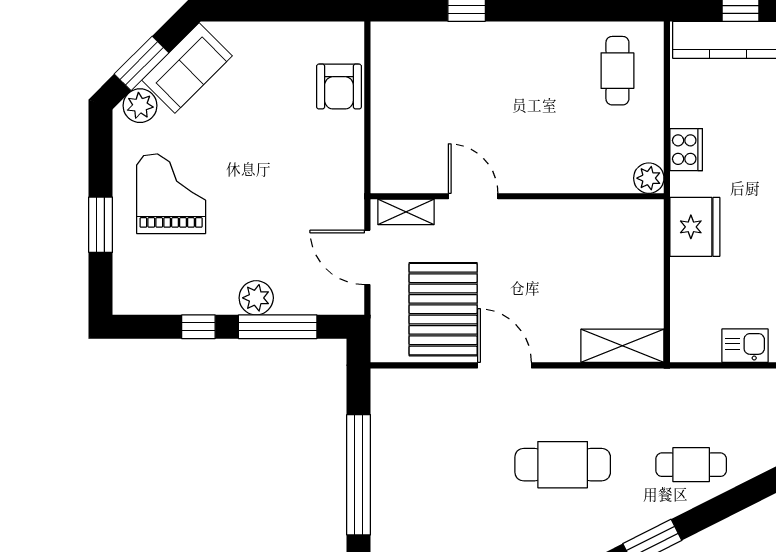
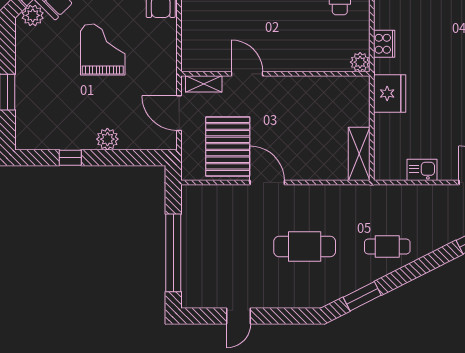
grand piano: (171, 194) -> (103, 49), moved
window: (278, 327) -> (121, 158), removed
shelving: (622, 346) -> (359, 154), moved, turned 90

